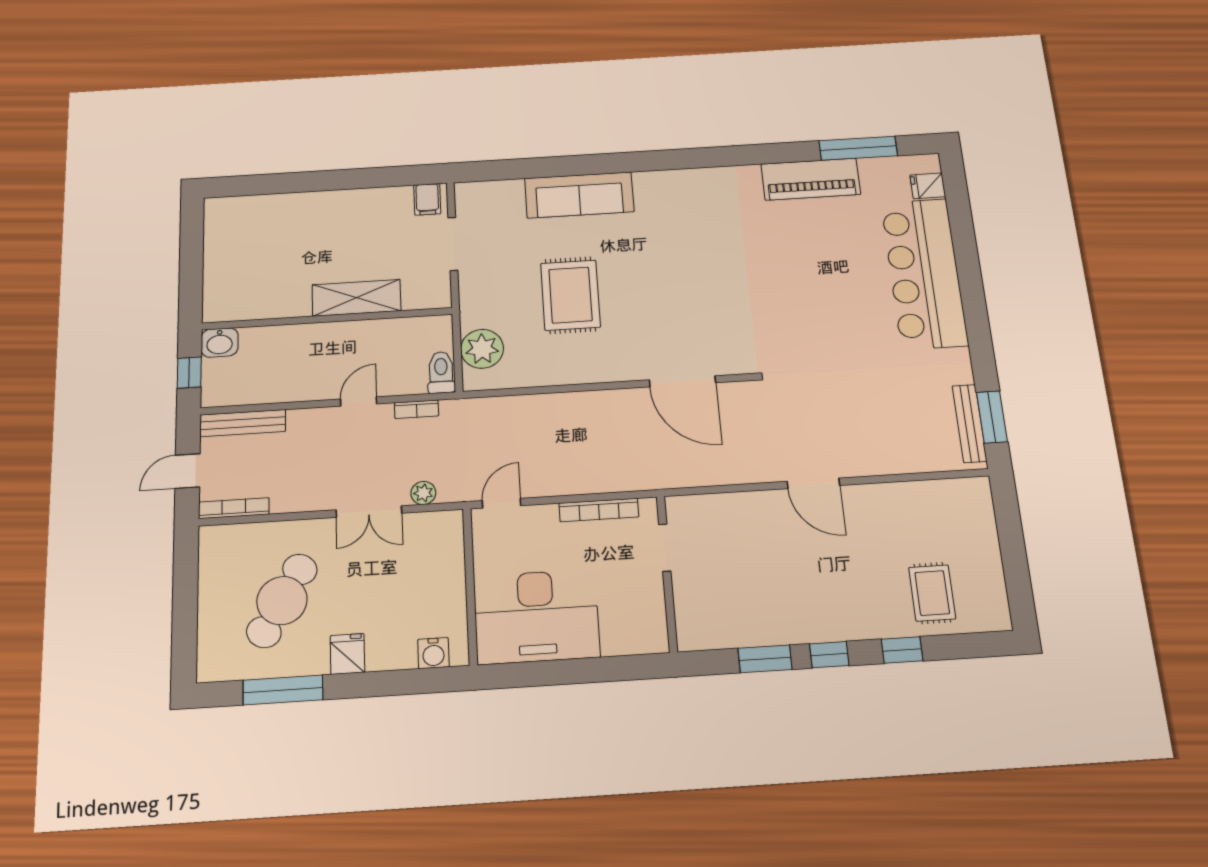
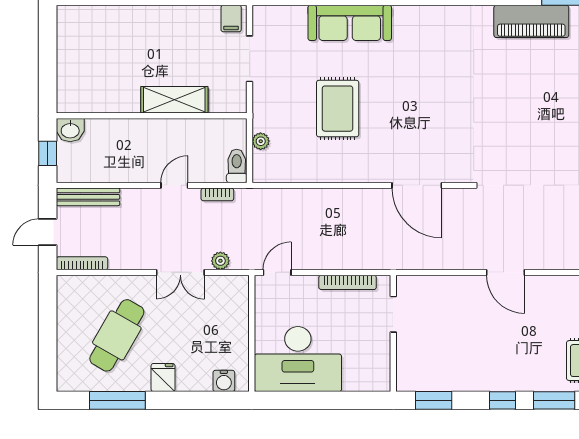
plant: (482, 349) -> (261, 141), width x0.53, depth x0.53
window: (902, 650) -> (554, 400), width x1.50
window: (765, 659) -> (434, 400), moved

